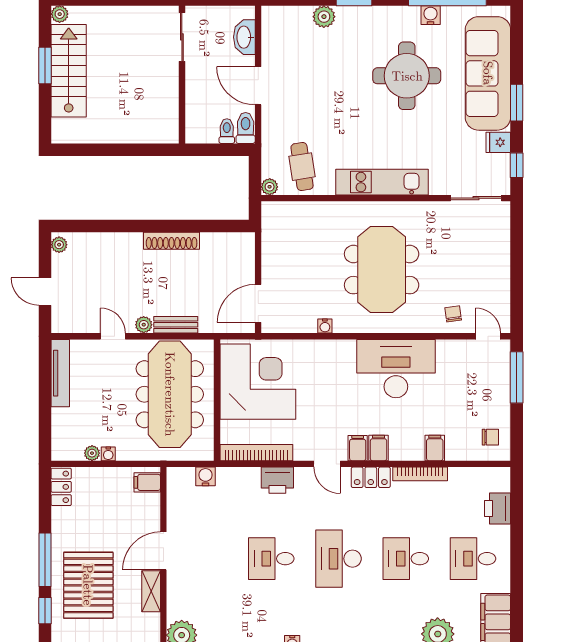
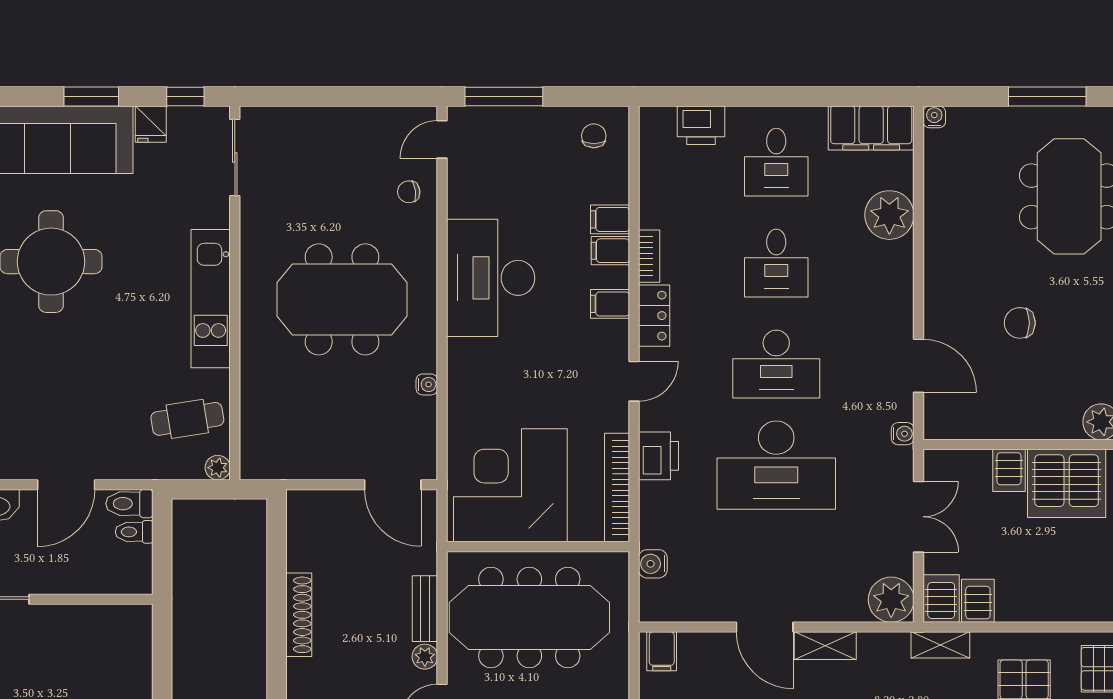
filing cabinet: (358, 448) -> (610, 251), moved
bookcase: (420, 474) -> (649, 256), width x0.64
desk: (271, 559) -> (776, 465), width x1.87, depth x1.30

